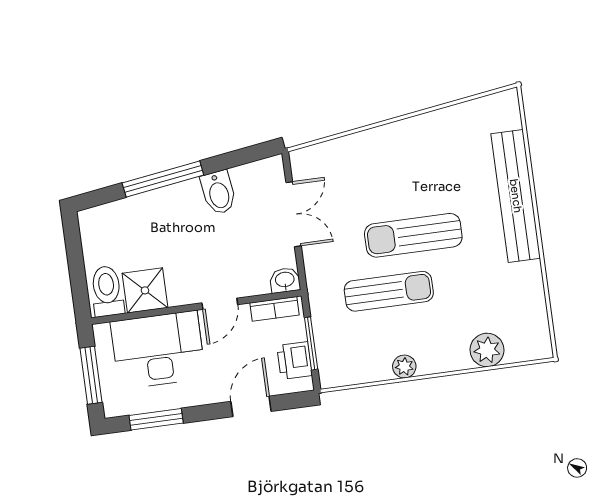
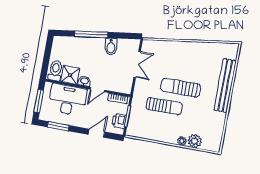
washbasin: (285, 280) -> (84, 81), moved
plant: (404, 366) -> (182, 141), moved

